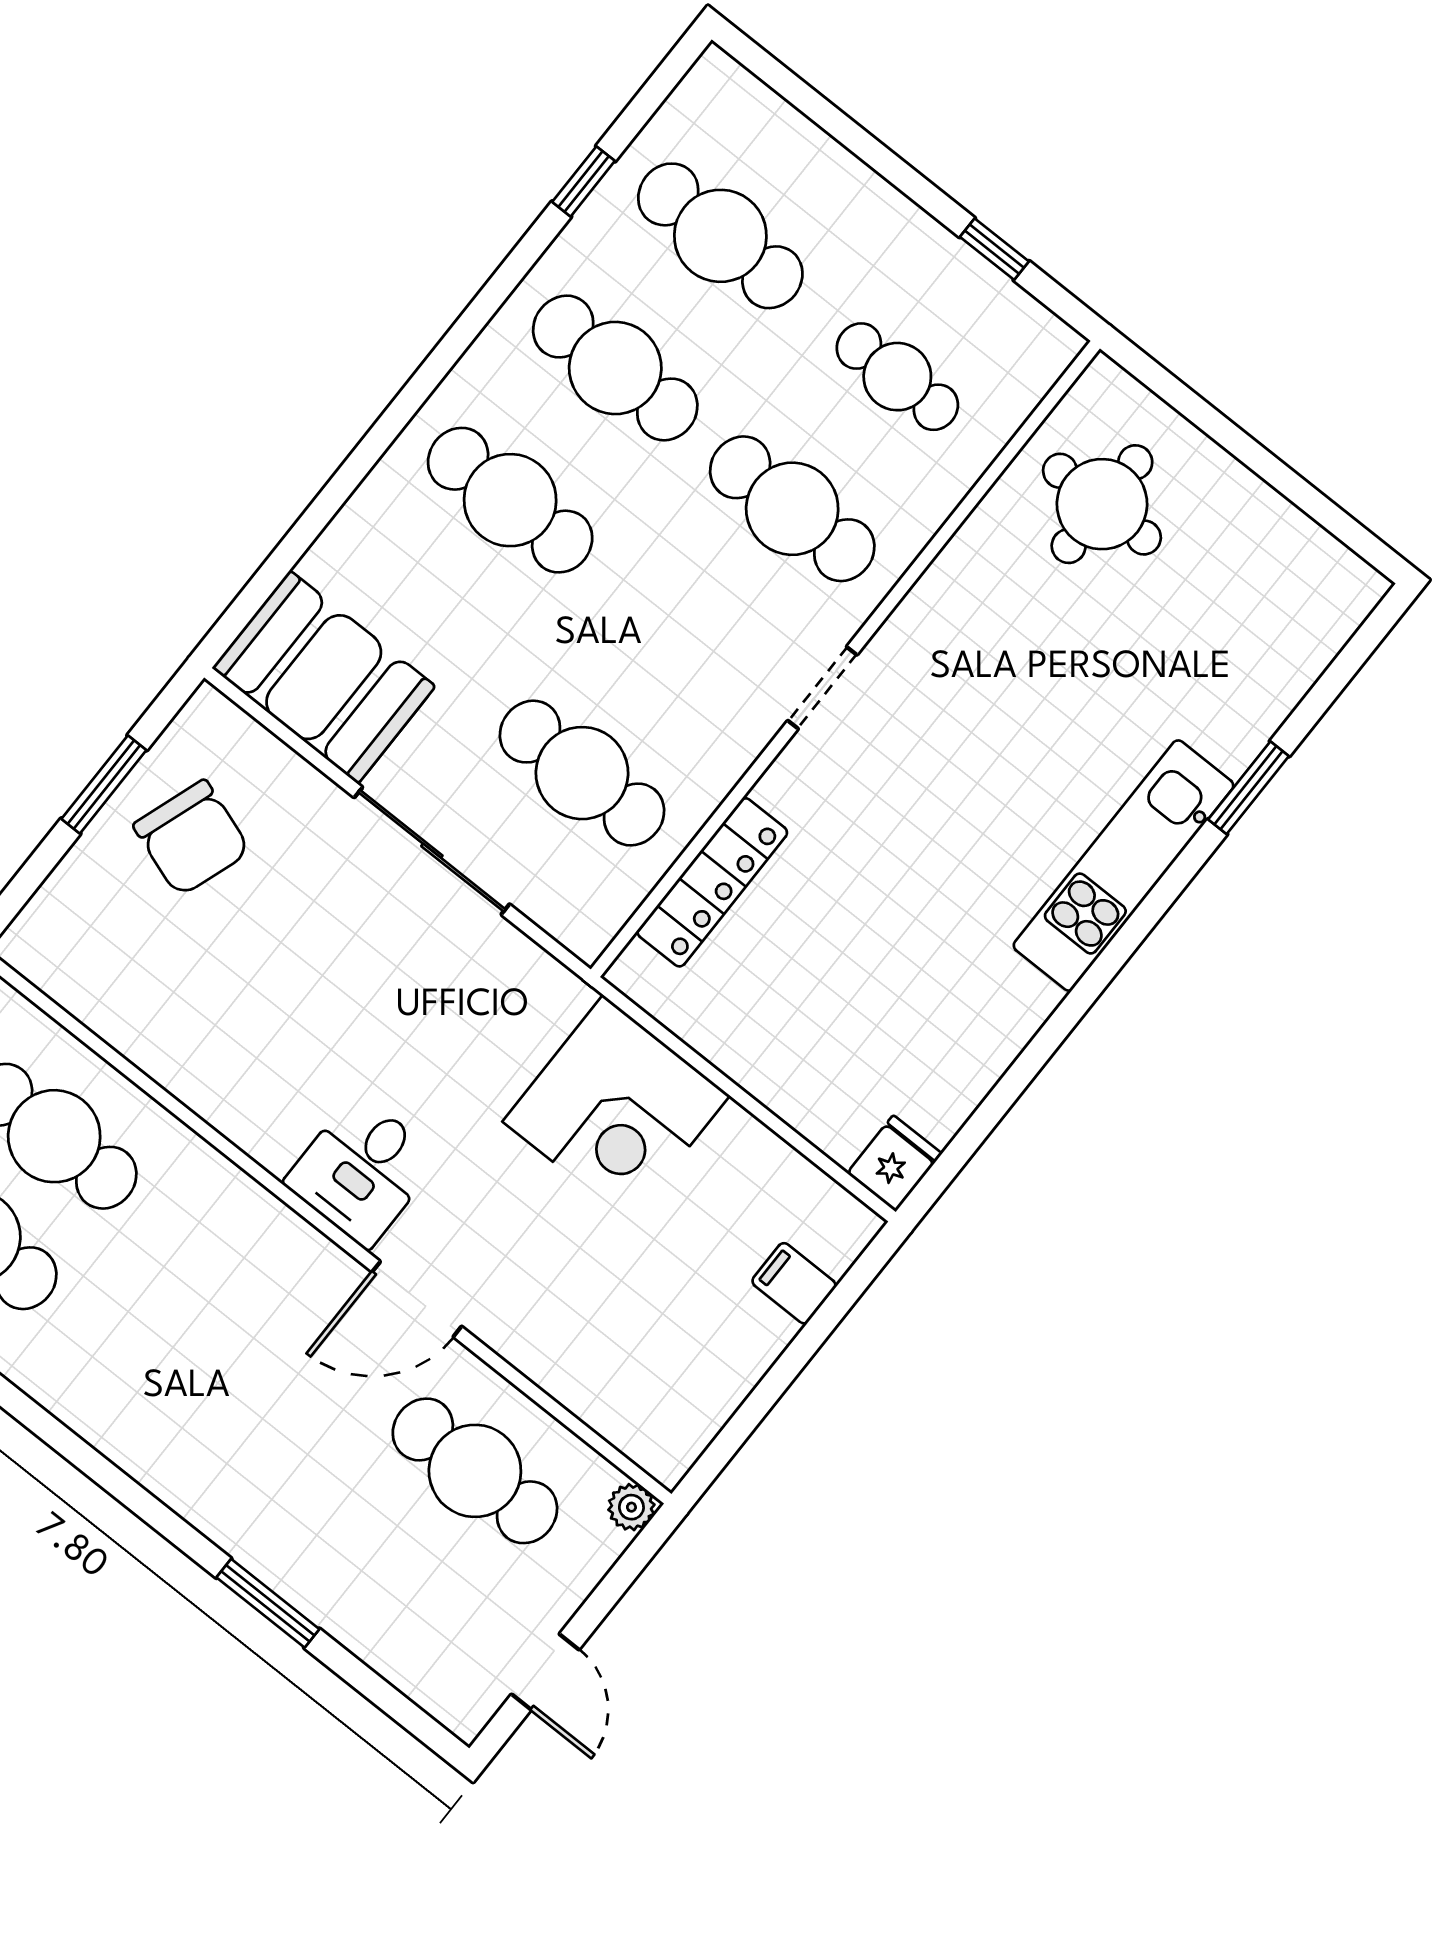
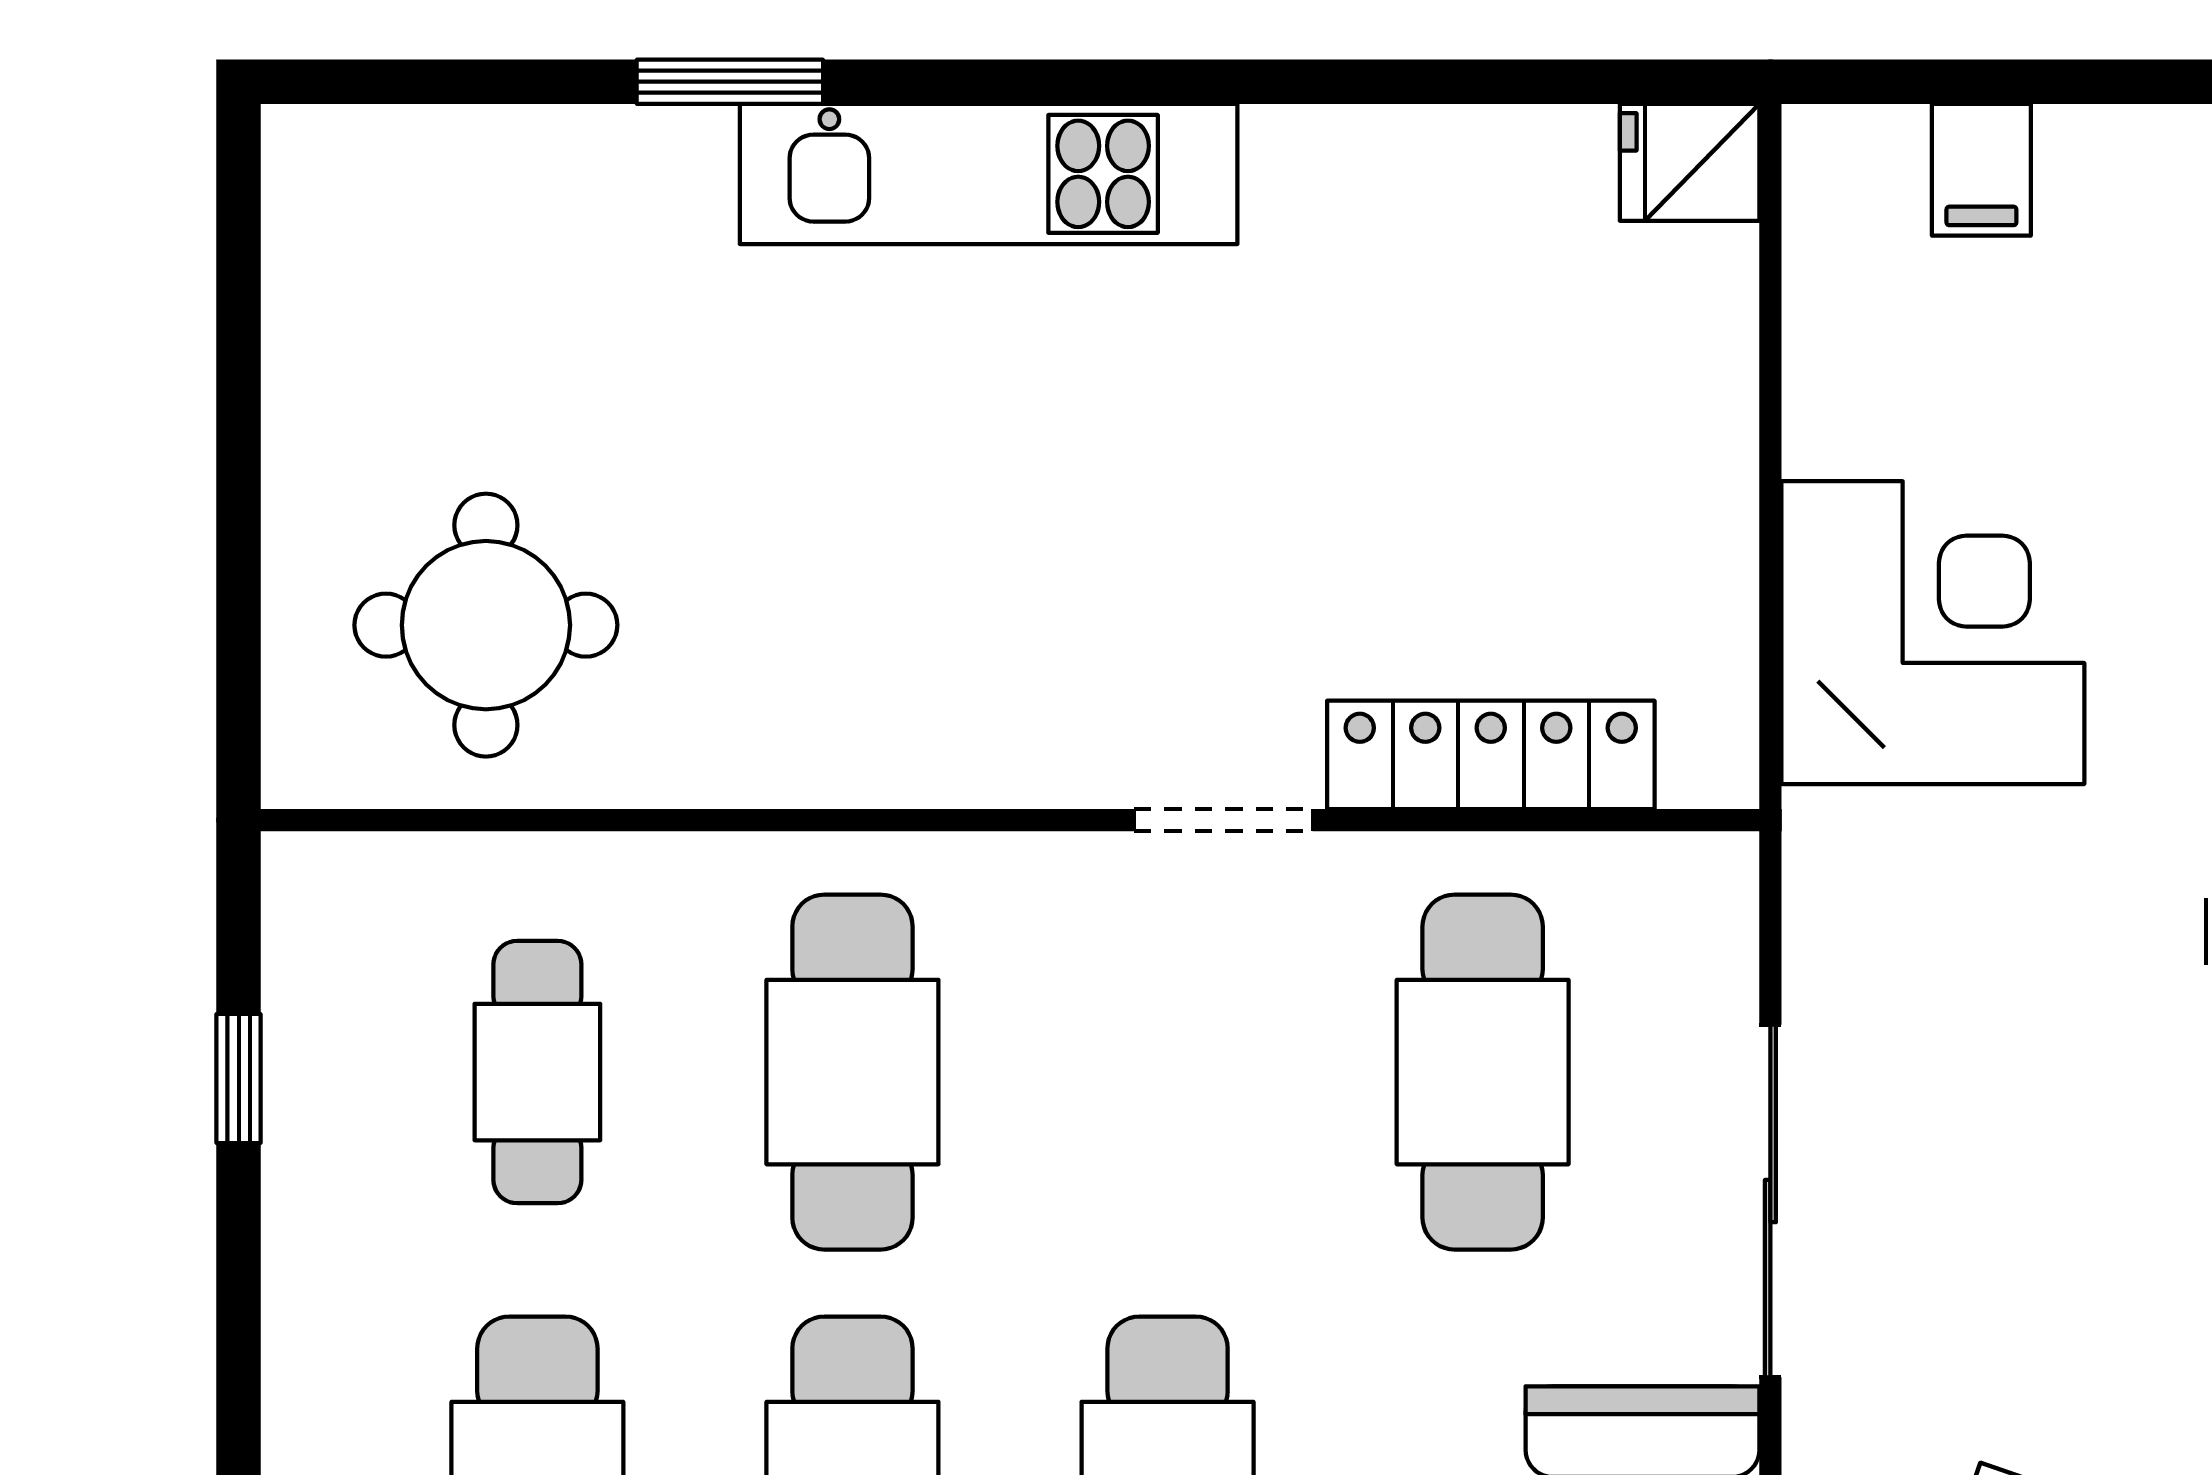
doorway: (822, 688) -> (1223, 820), moved

